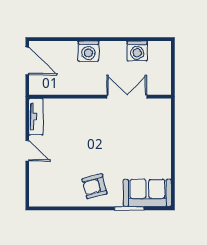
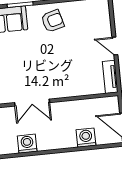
washing machine: (88, 51) -> (86, 138), moved

